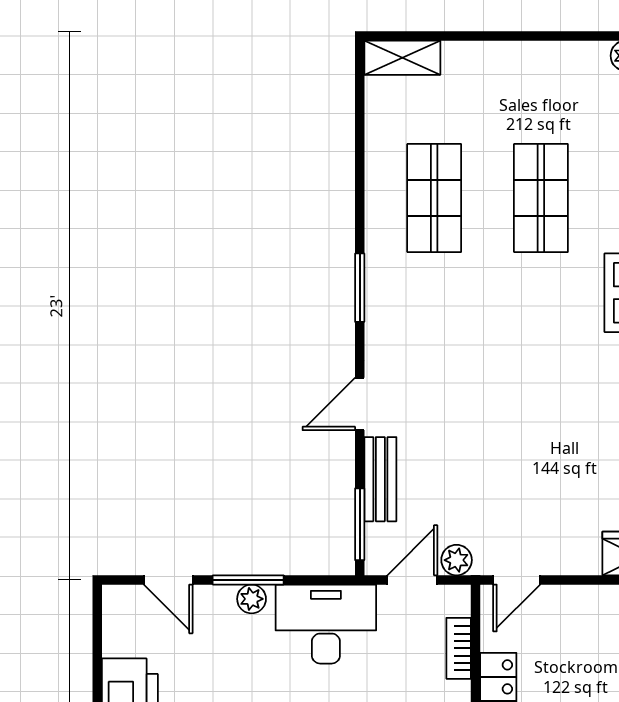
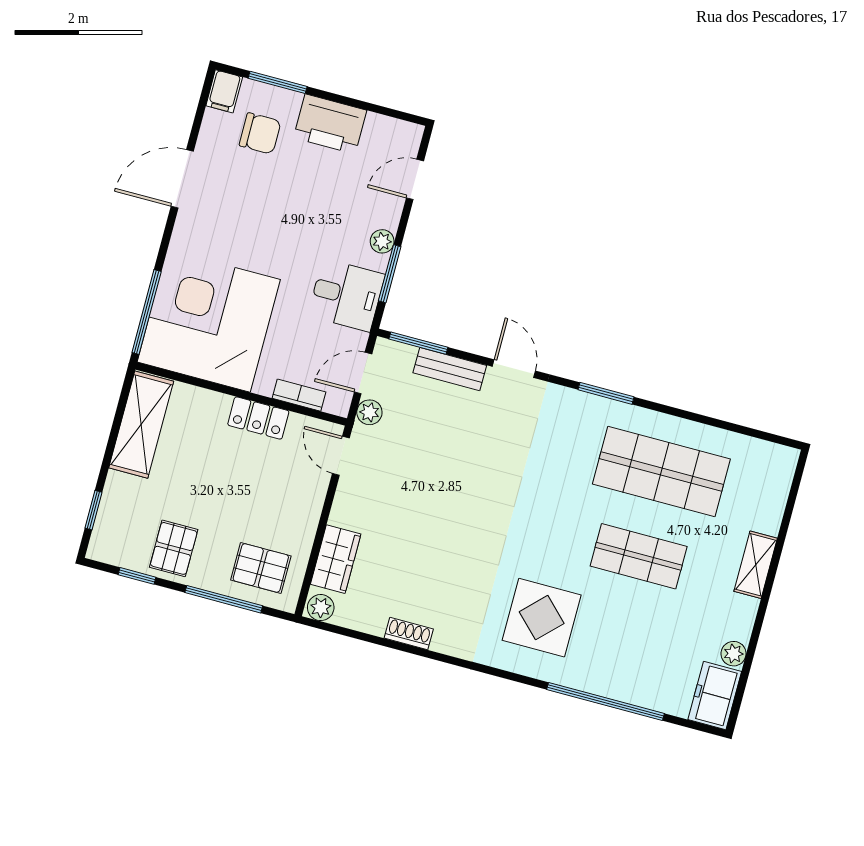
shelving: (402, 58) -> (756, 565), moved
shop shelf: (434, 198) -> (661, 471), width x1.43, depth x1.36
window: (248, 580) -> (390, 274), moved
door: (412, 580) -> (363, 373), swing flipped
desk: (326, 624) -> (346, 295), width x0.73

